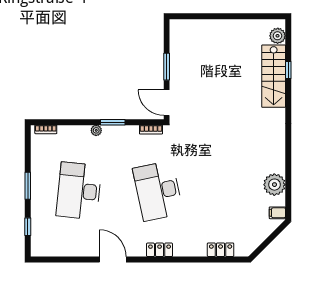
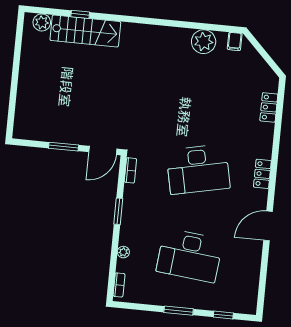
plant: (96, 130) -> (123, 252), moved

